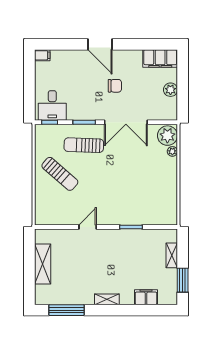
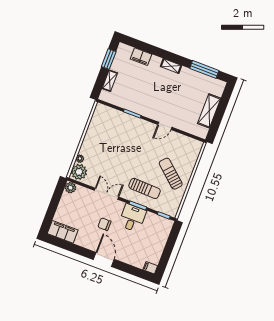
plant: (170, 90) -> (70, 188), moved
desk: (52, 105) -> (132, 218), moved
double door: (126, 122) -> (107, 194), width x0.73

